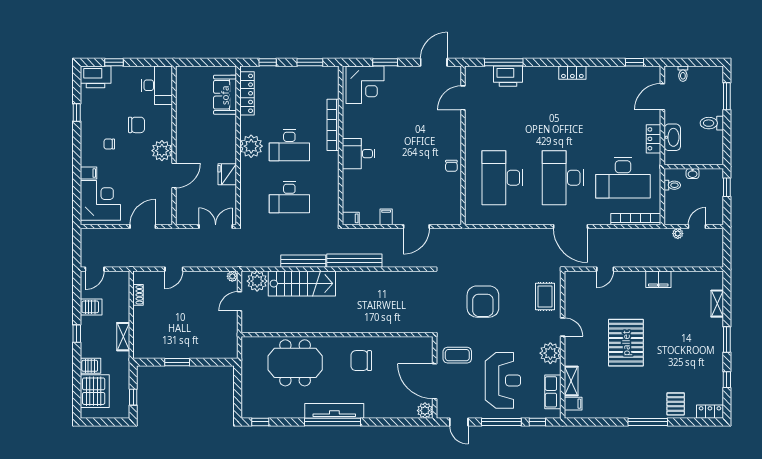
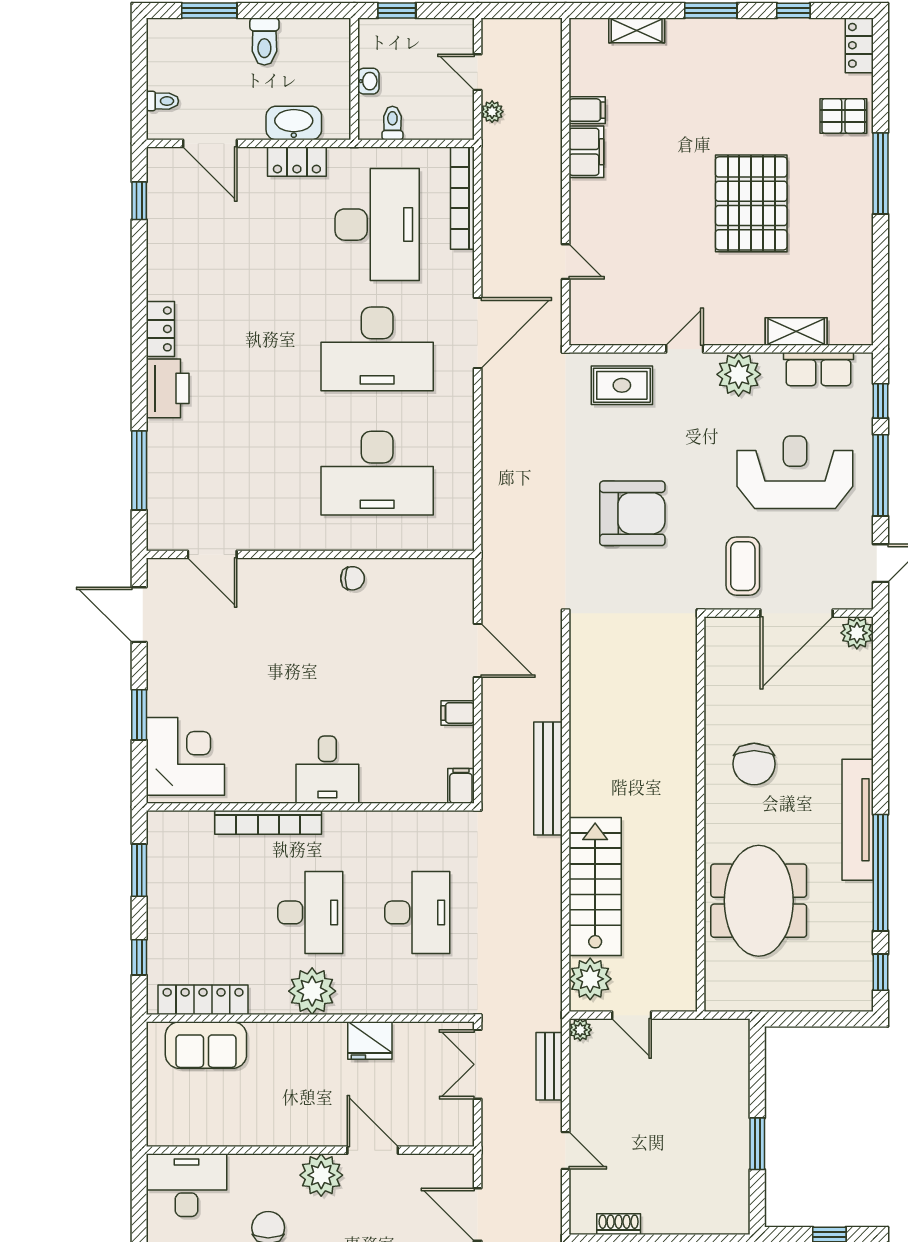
printer: (508, 76) -> (168, 388), moved
bench: (303, 261) -> (549, 1066), moved, width x0.73
pallet: (626, 343) -> (751, 203), moved, turned 90
filing cabinet: (573, 404) -> (587, 110), moved, turned 90
window: (332, 422) -> (881, 873), moved

